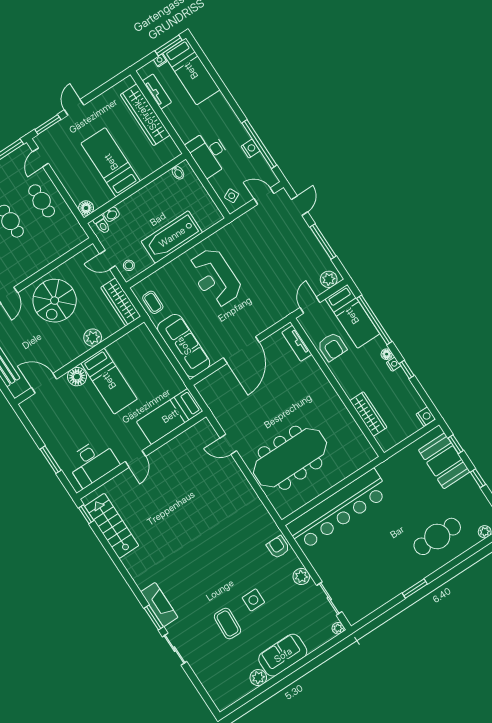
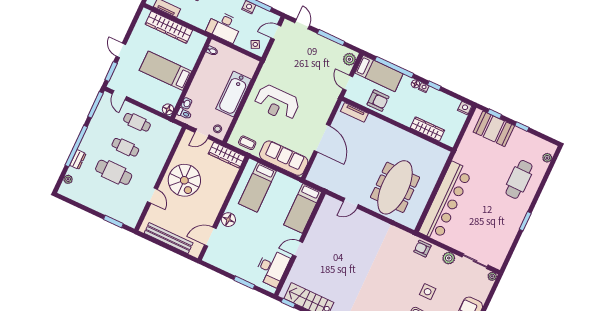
plant: (93, 338) -> (223, 189), removed
bed: (109, 381) -> (257, 187), moved, turned 90
door: (135, 459) -> (298, 249), swing flipped

